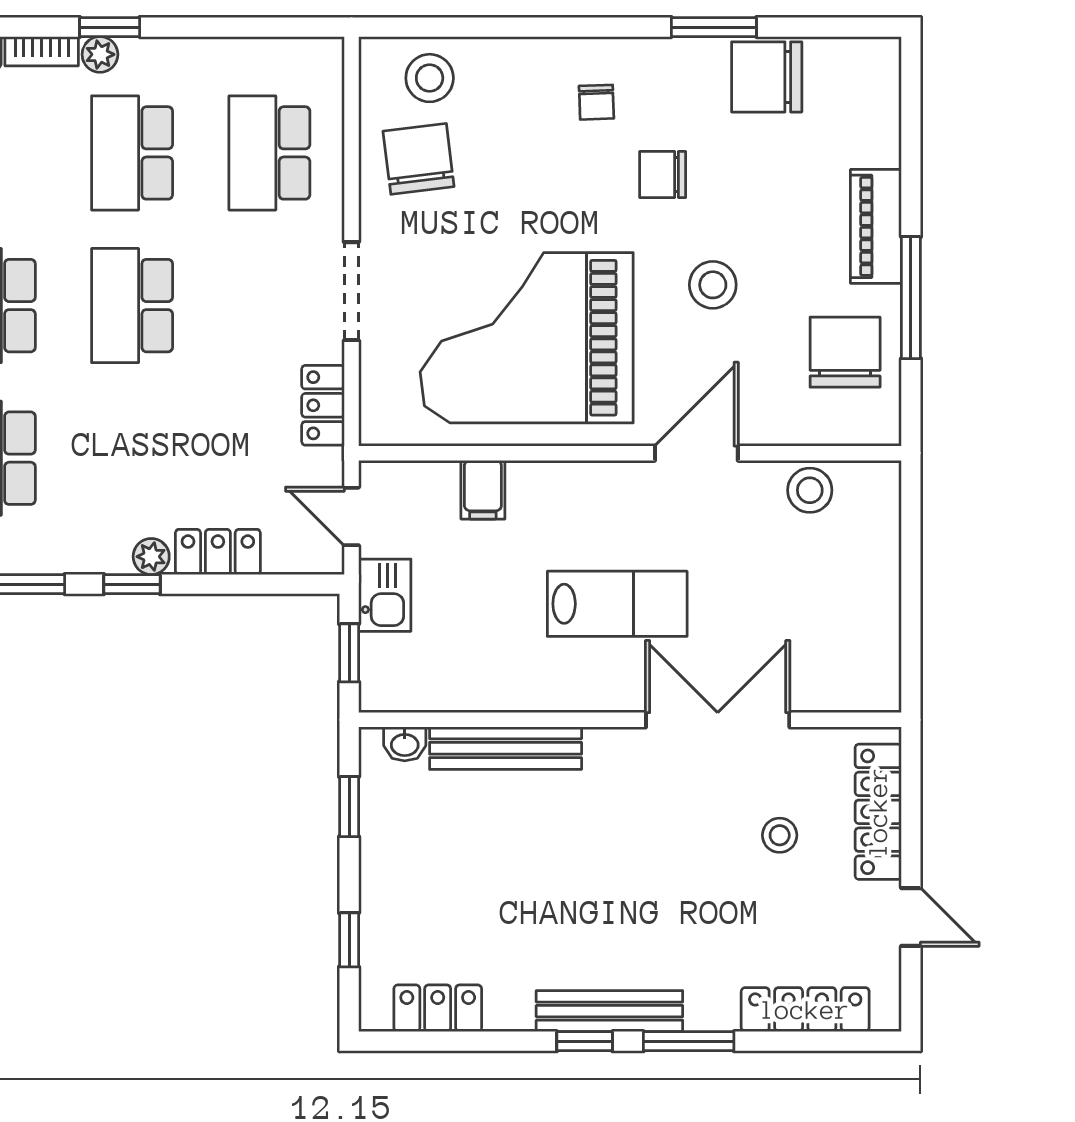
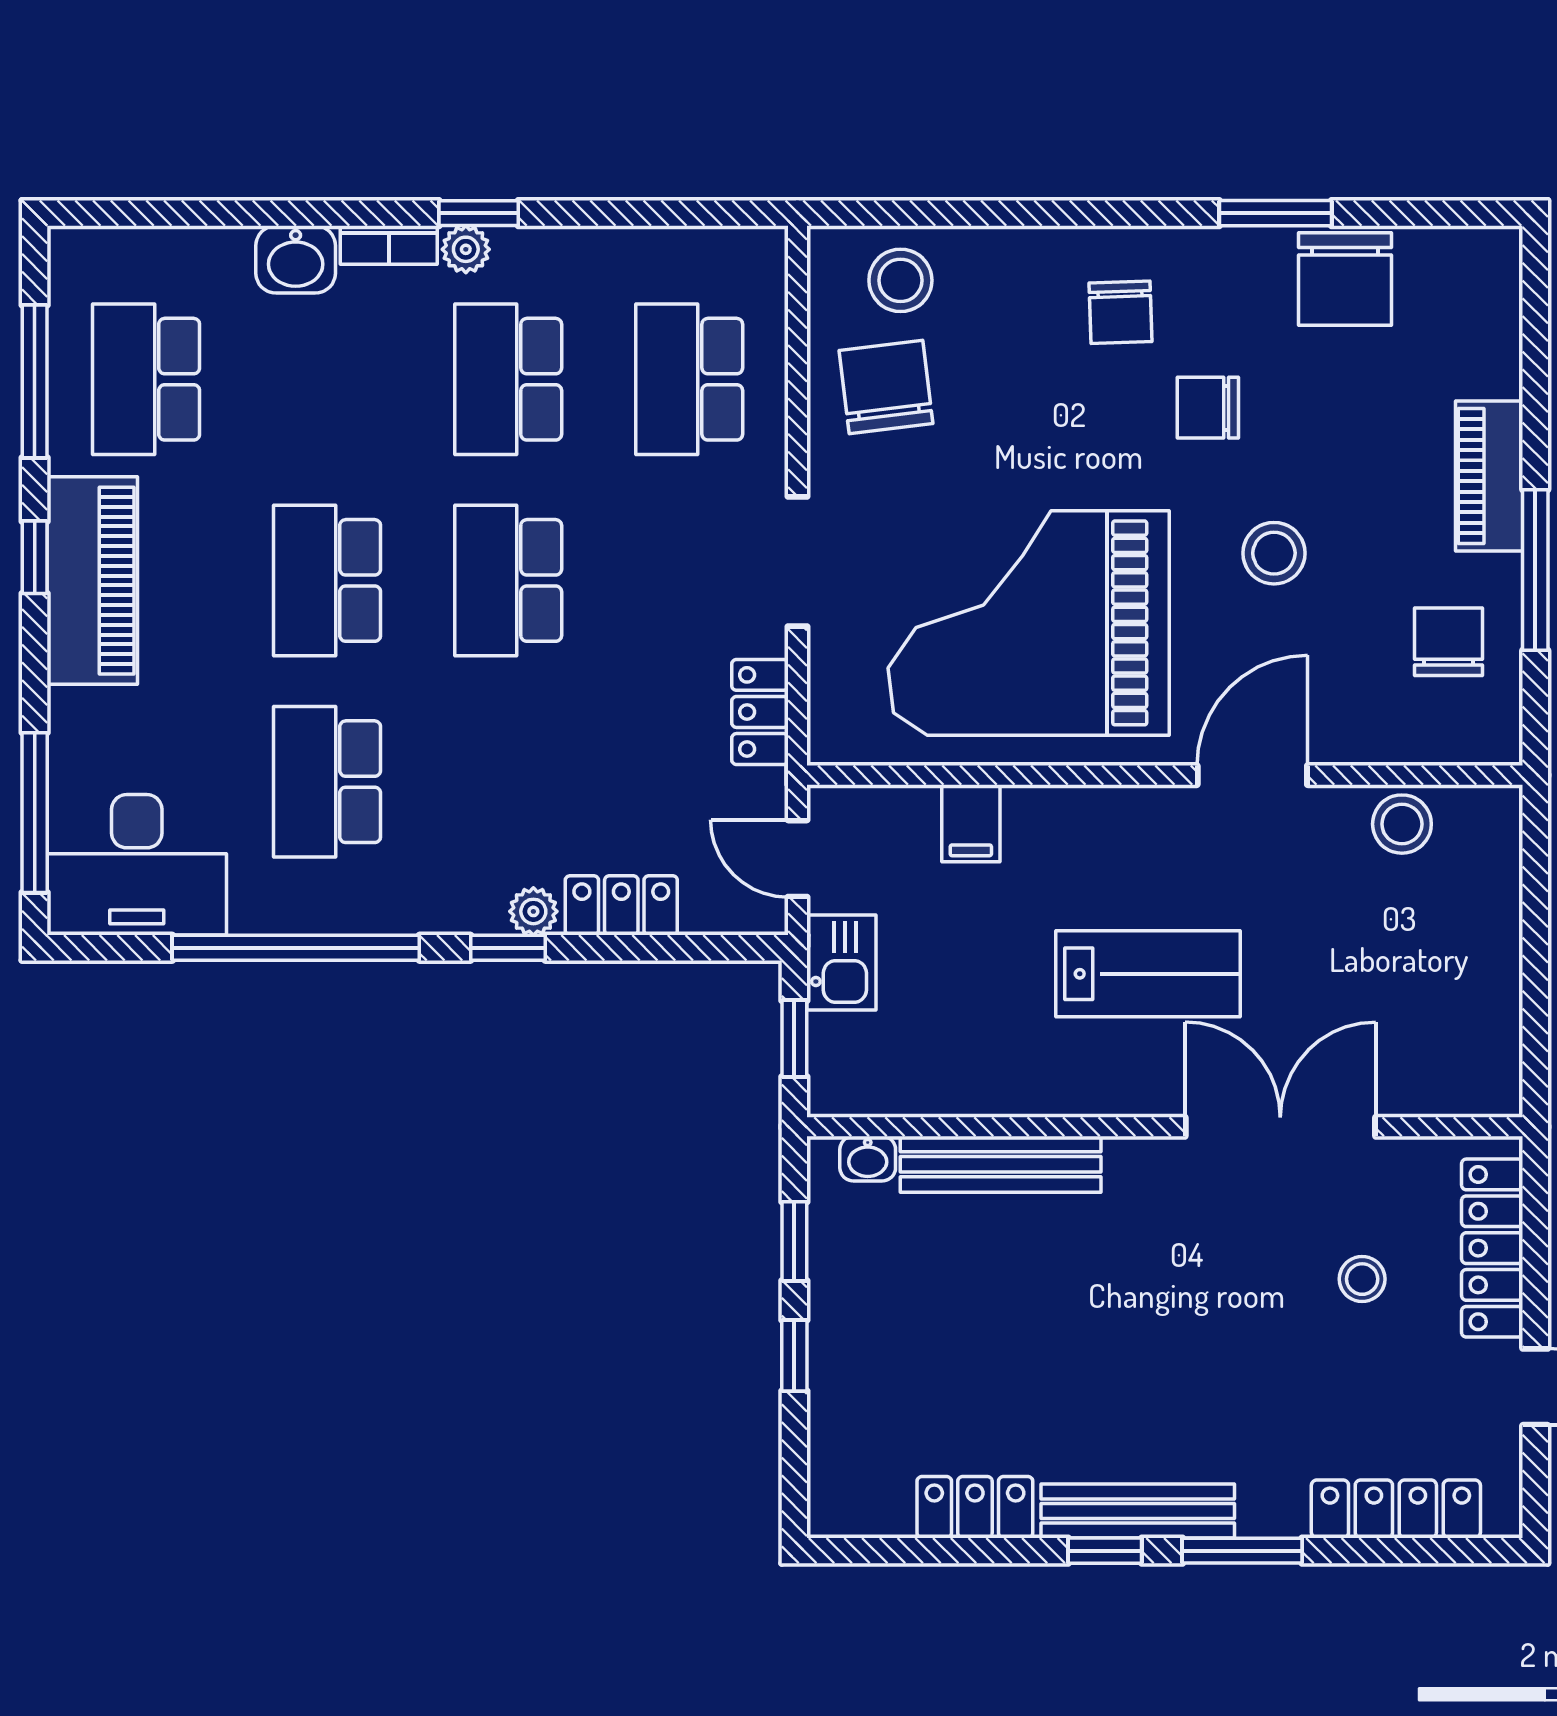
chair: (767, 77) -> (1345, 279), turned -90
chair: (596, 102) -> (1121, 312), width x1.37, depth x1.37
chair: (845, 352) -> (1448, 642), width x0.73, depth x0.73
window: (349, 940) -> (794, 1356), moved
locker: (438, 1008) -> (975, 1507), moved

